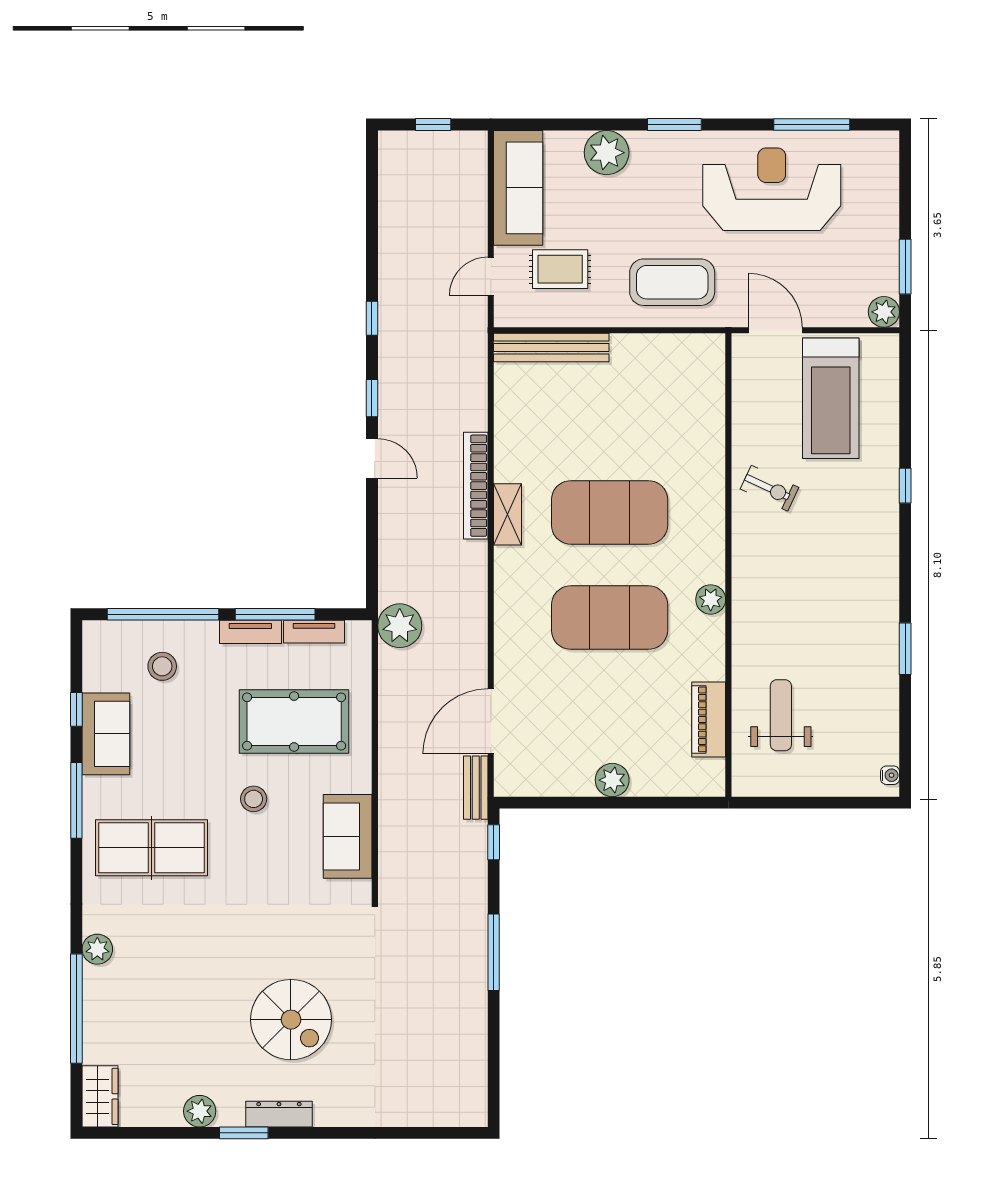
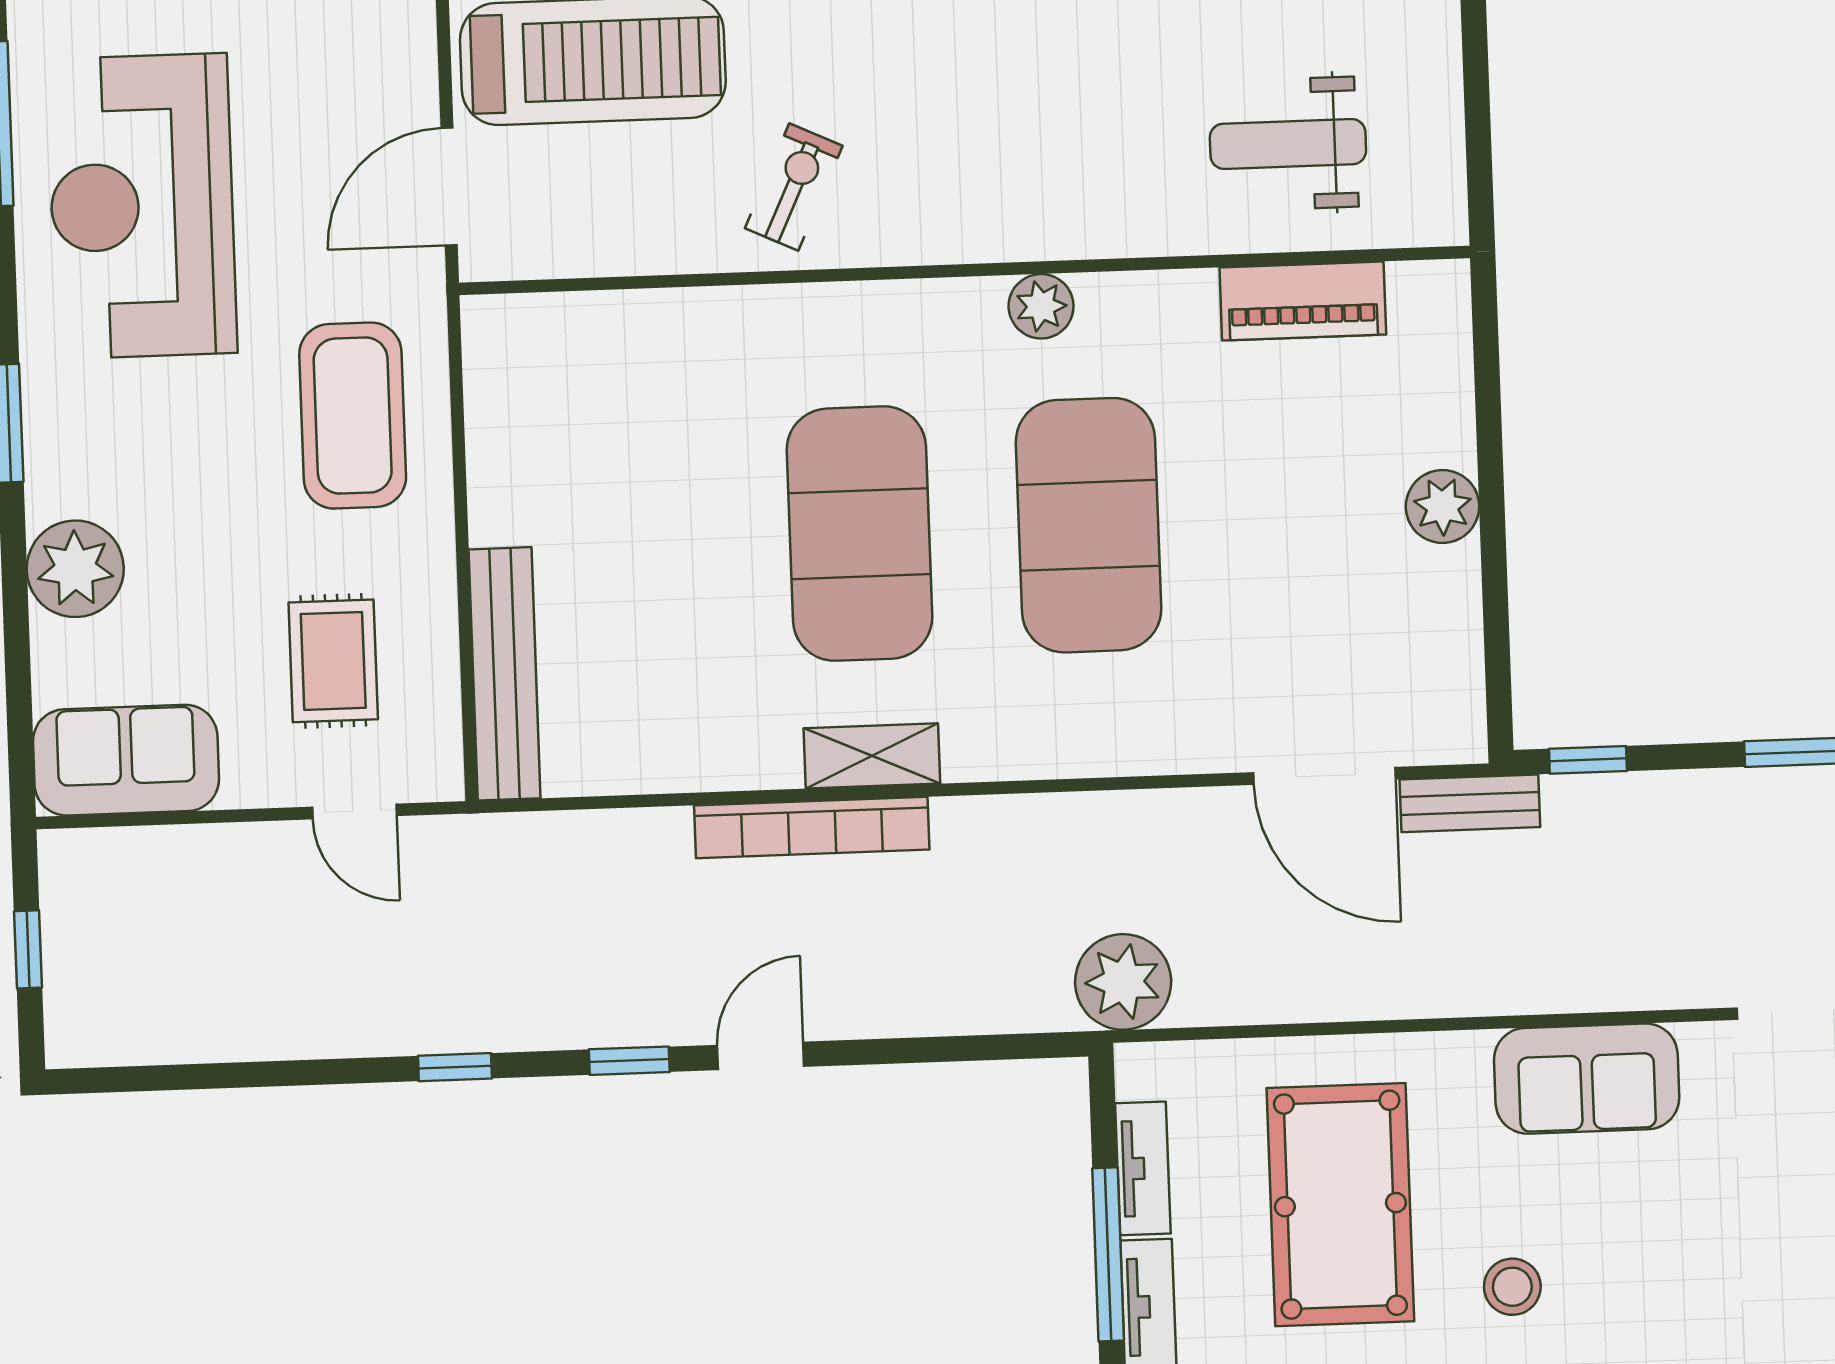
sofa: (518, 188) -> (126, 760), width x0.73

